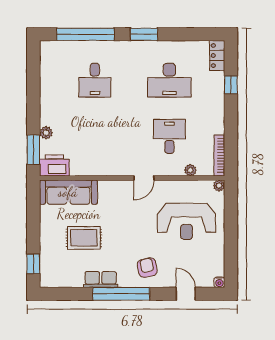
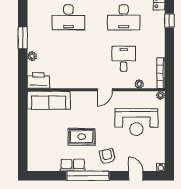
desk: (95, 80) -> (68, 17), width x1.37
window: (33, 150) -> (23, 38), moved
rug: (84, 238) -> (82, 137), moved
window: (33, 264) -> (23, 154), removed

